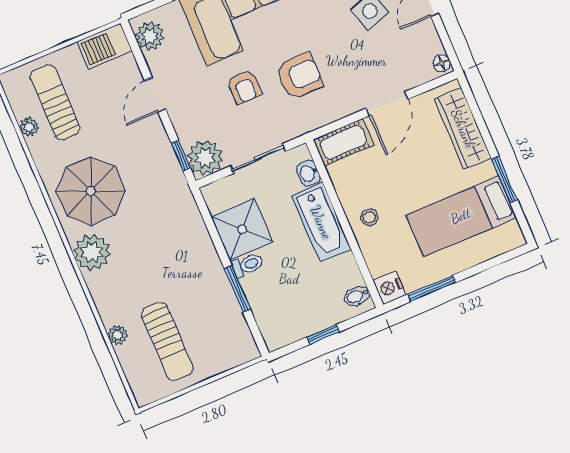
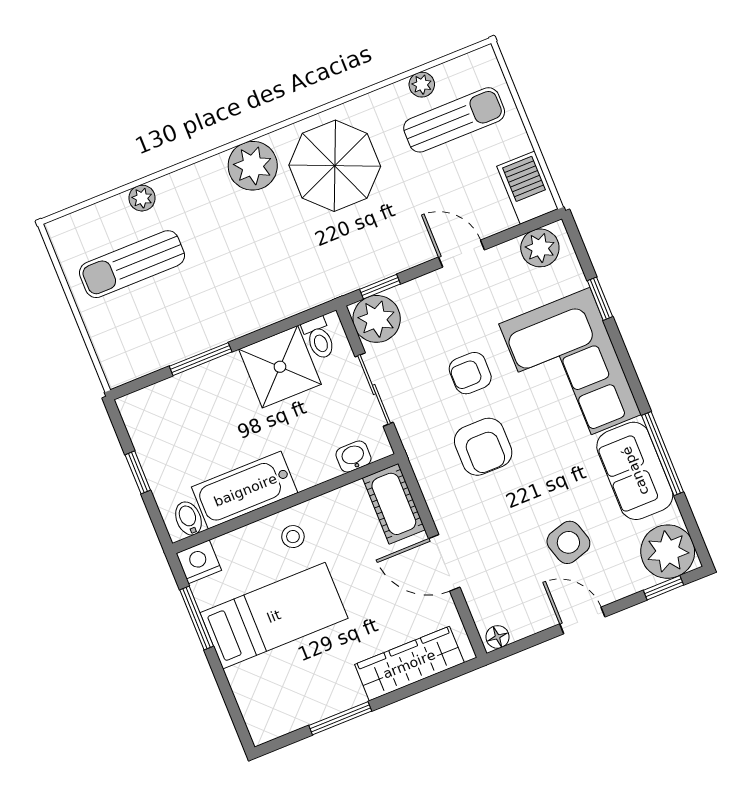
bed: (461, 216) -> (274, 616), moved, turned 90
bathtub: (321, 222) -> (245, 490), moved
toilet: (248, 265) -> (319, 338), moved

